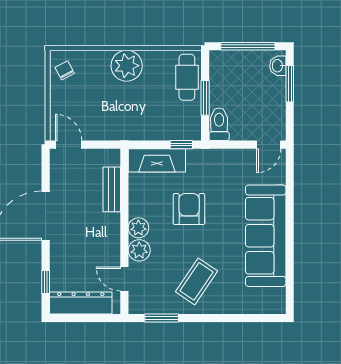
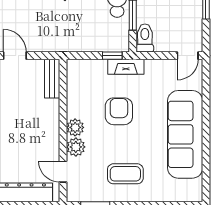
fireplace: (157, 160) -> (126, 67), moved, width x0.73, depth x0.76
bench: (112, 189) -> (52, 79), moved
coffee table: (197, 281) -> (125, 174), turned 56

